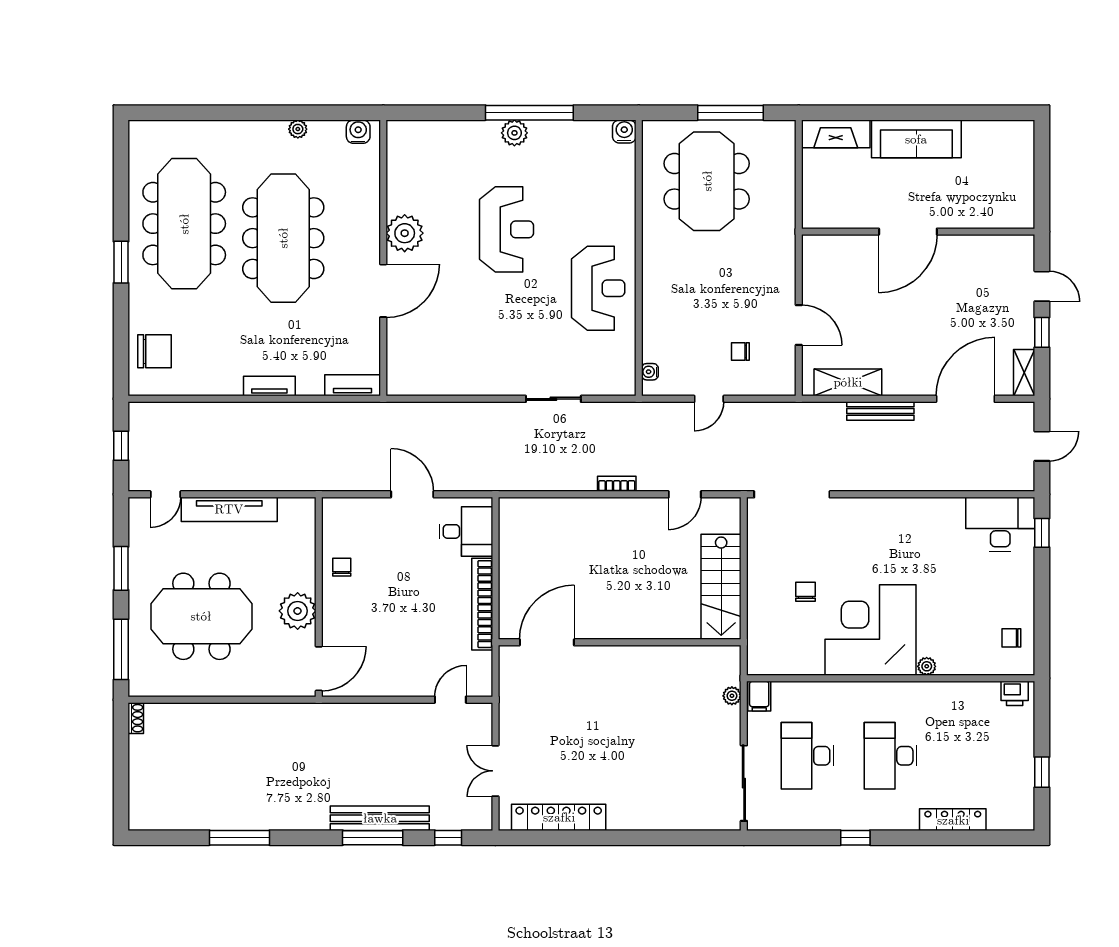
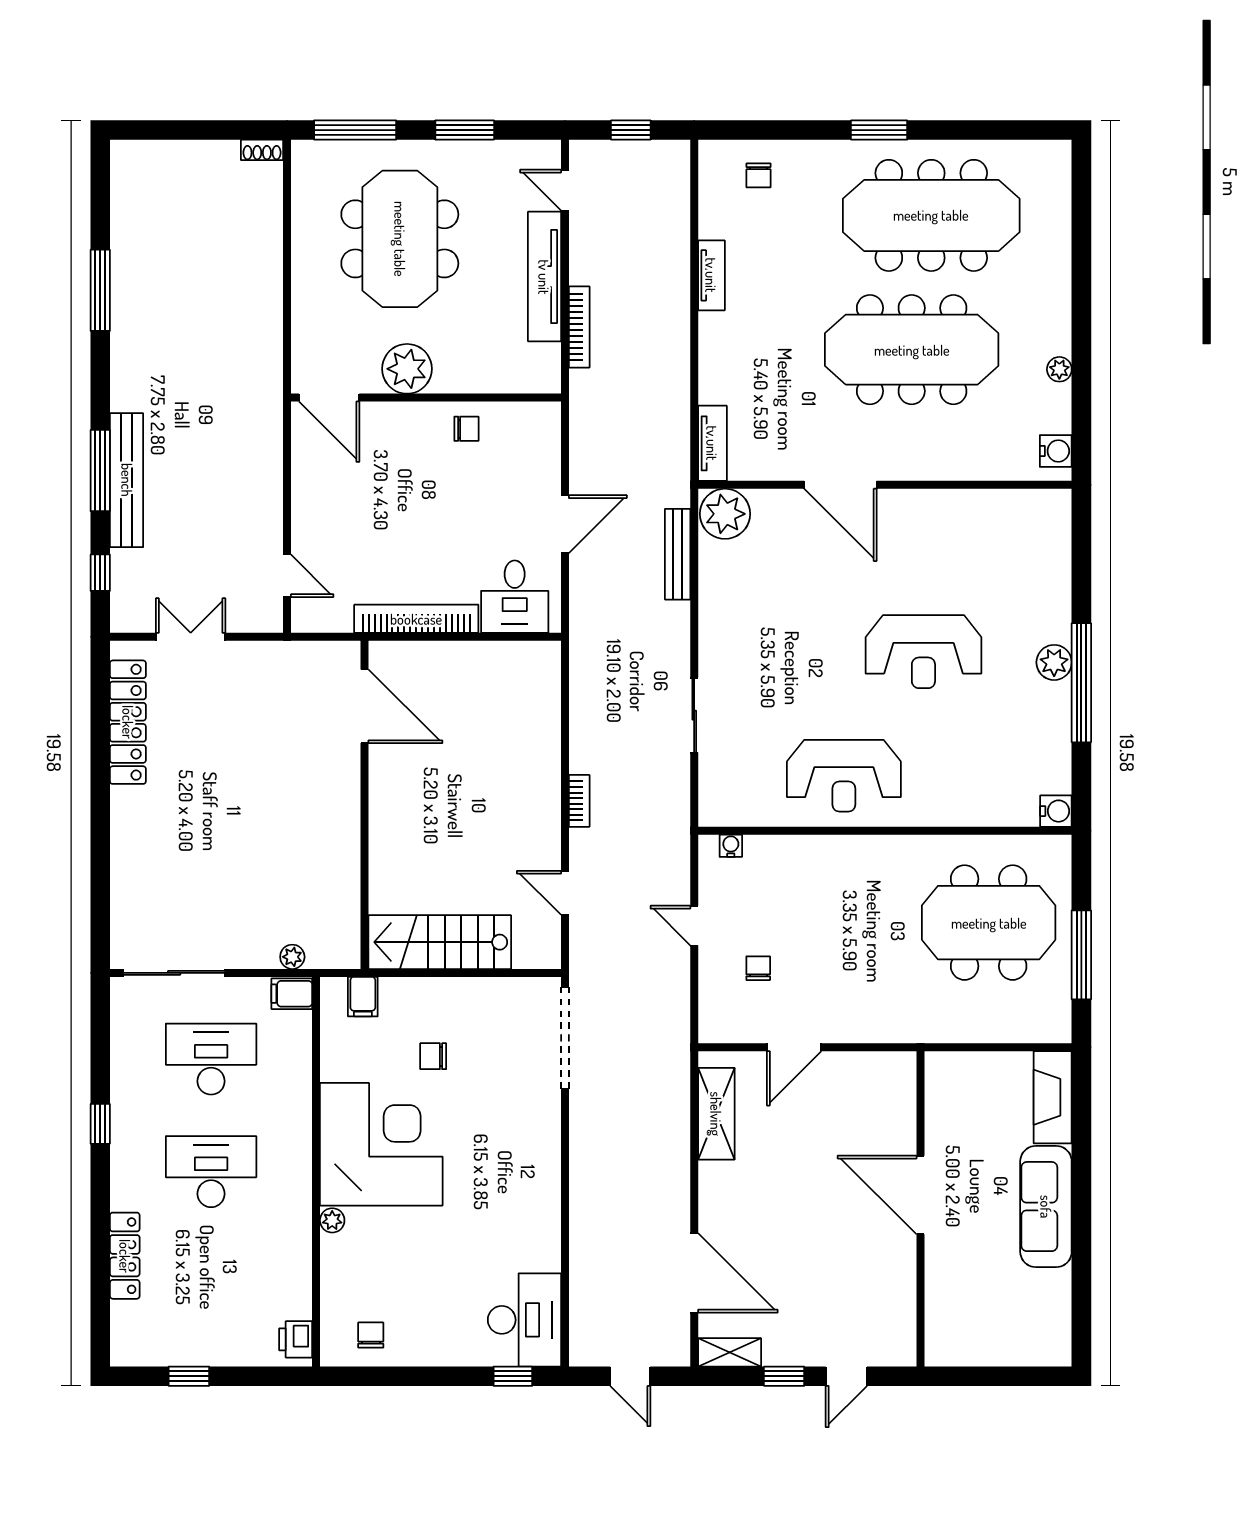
plant: (405, 233) -> (725, 514), moved
chair: (155, 351) -> (759, 175), width x0.54, depth x0.54
tv unit: (269, 386) -> (711, 275), moved
bench: (880, 411) -> (678, 554), moved
bookcase: (267, 484) -> (579, 327), added
chair: (805, 592) -> (433, 1056), turned 180
filing cabinet: (761, 644) -> (363, 997), added

